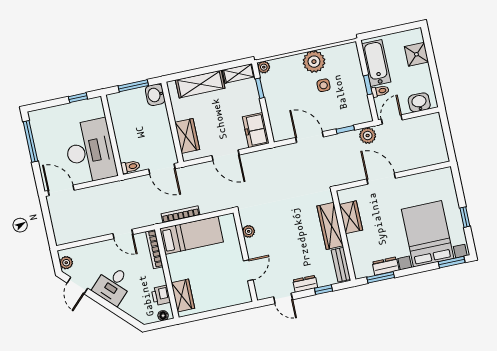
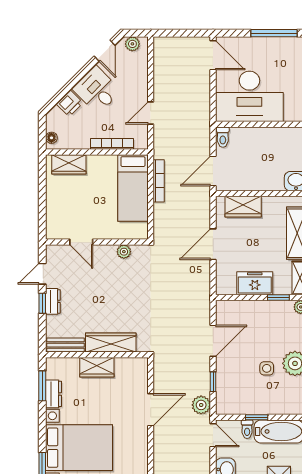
freezer: (256, 130) -> (255, 283), moved
door: (61, 190) -> (213, 55), hinge flipped
wardrobe: (351, 217) -> (97, 367), moved
bookcase: (154, 249) -> (112, 144), moved
door: (77, 286) -> (105, 51), swing flipped
window: (324, 290) -> (42, 303), moved
printer: (161, 295) -> (70, 103), moved, turned 135

